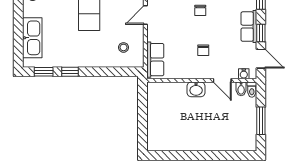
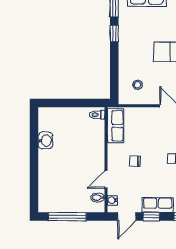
row of seats: (155, 60) -> (115, 126), moved, turned -90
washbasin: (196, 89) -> (45, 141), moved, turned 180
toilet: (252, 90) -> (97, 115), moved
window: (261, 121) -> (67, 217), width x1.44

